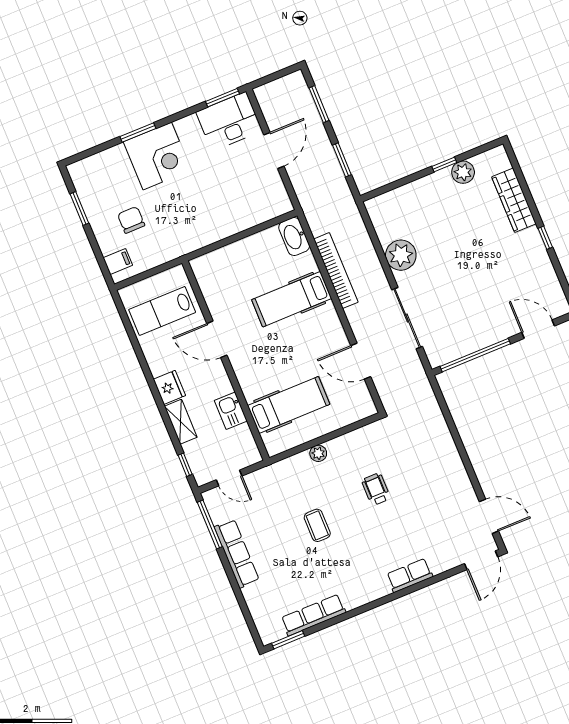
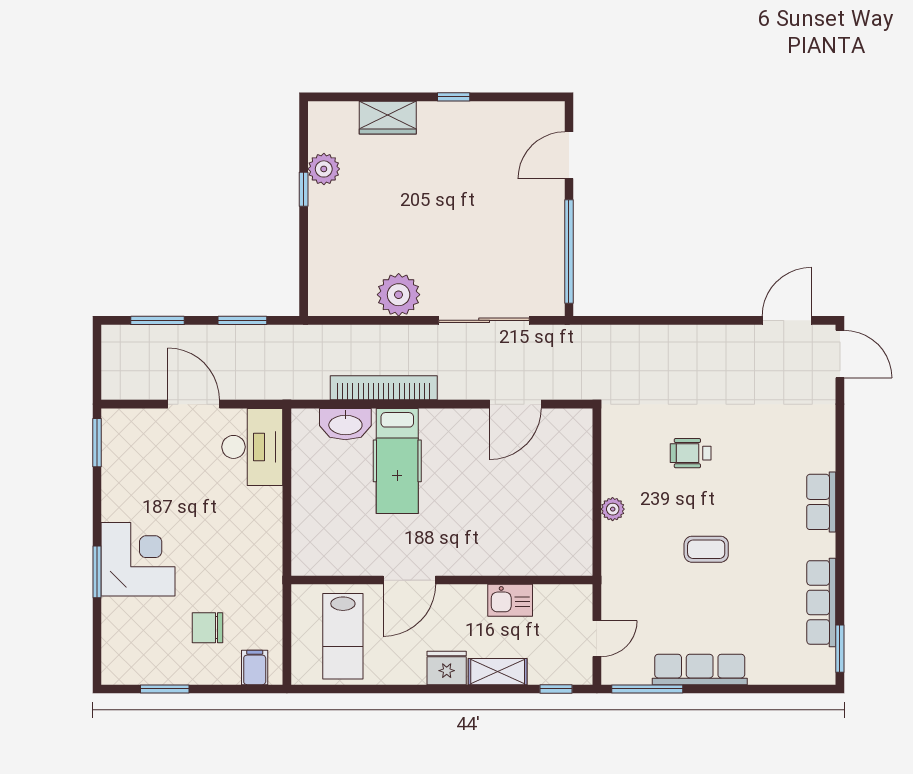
desk: (229, 121) -> (252, 447), moved, turned 180
wardrobe: (514, 200) -> (388, 118), width x0.67
washbasin: (294, 237) -> (345, 424), moved
hospital bed: (289, 405) -> (534, 522), removed
row of seats: (410, 575) -> (821, 502), moved

